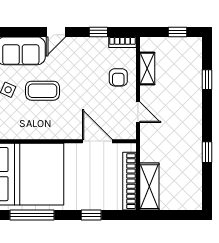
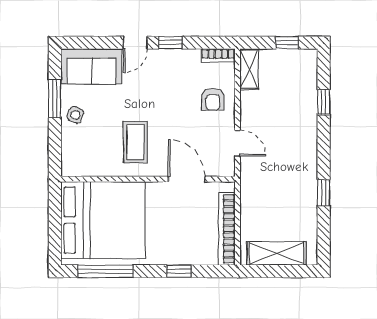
window: (98, 32) -> (170, 43), moved
shelving: (147, 68) -> (249, 69), moved
coffee table: (42, 91) -> (135, 142), moved, turned 90
shelving: (149, 187) -> (277, 253), moved, turned 90

